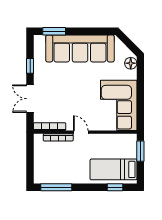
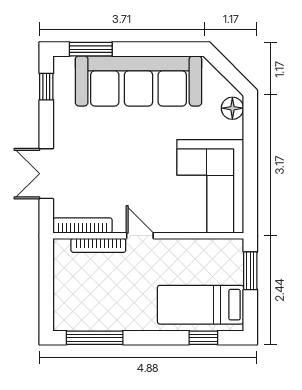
window: (30, 66) -> (46, 87), moved

